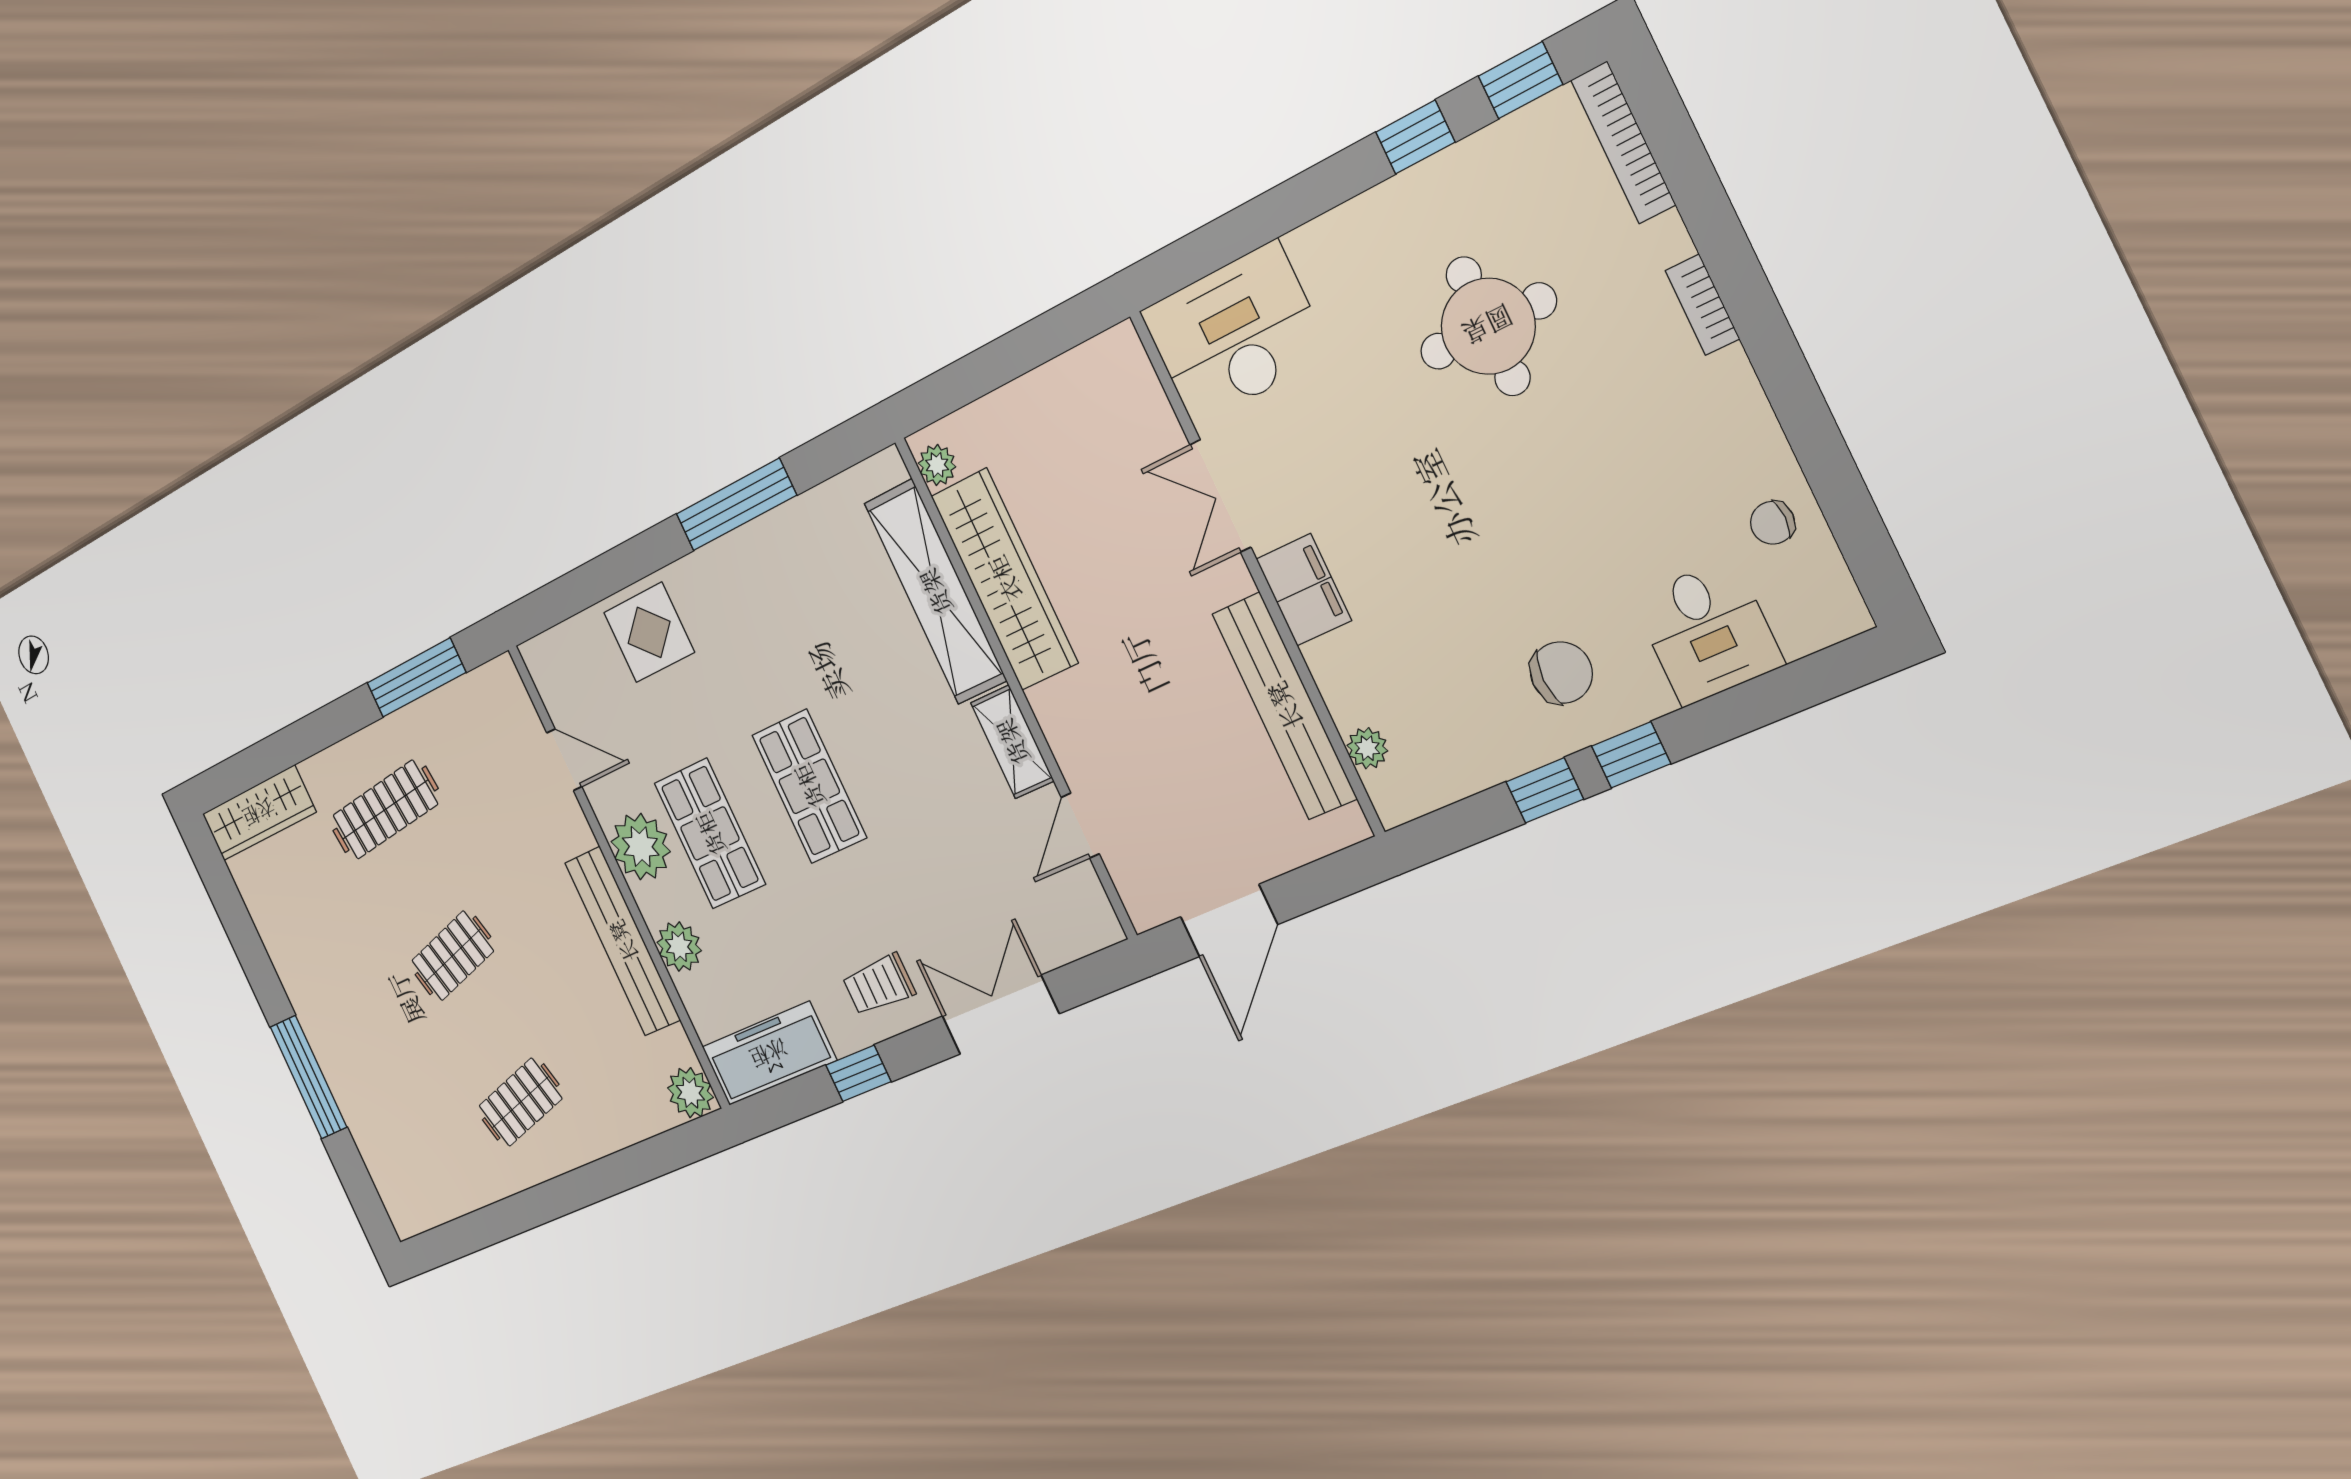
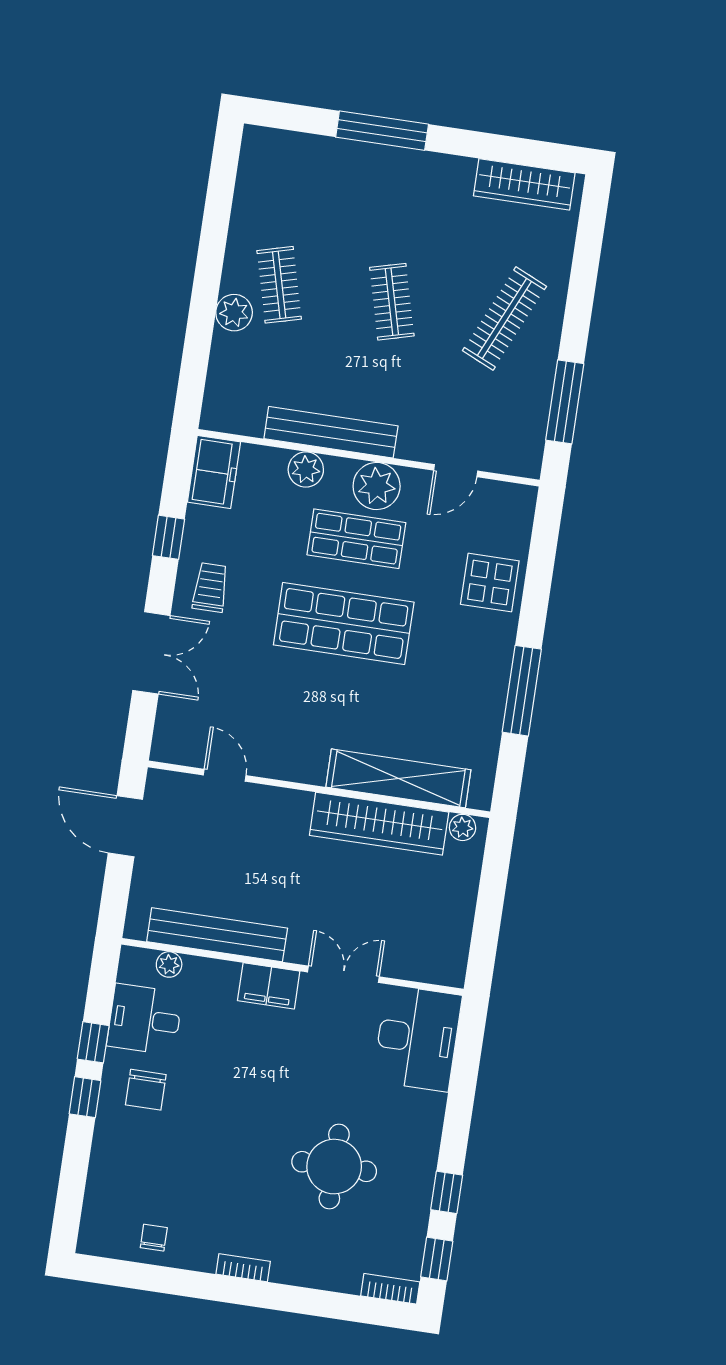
bookcase: (1623, 142) -> (390, 1289), width x0.64
bookcase: (1702, 305) -> (243, 1268), moved
desk: (1708, 632) -> (145, 1019), moved
shelving: (1012, 742) -> (292, 767), removed
shop shelf: (809, 786) -> (344, 624), width x1.43, depth x1.36
clothes rail: (385, 810) -> (504, 319), turned 30
wardrobe: (259, 813) -> (524, 184), moved, turned -90
freezer: (769, 1054) -> (214, 472), width x0.71
plant: (690, 1093) -> (234, 313), moved

